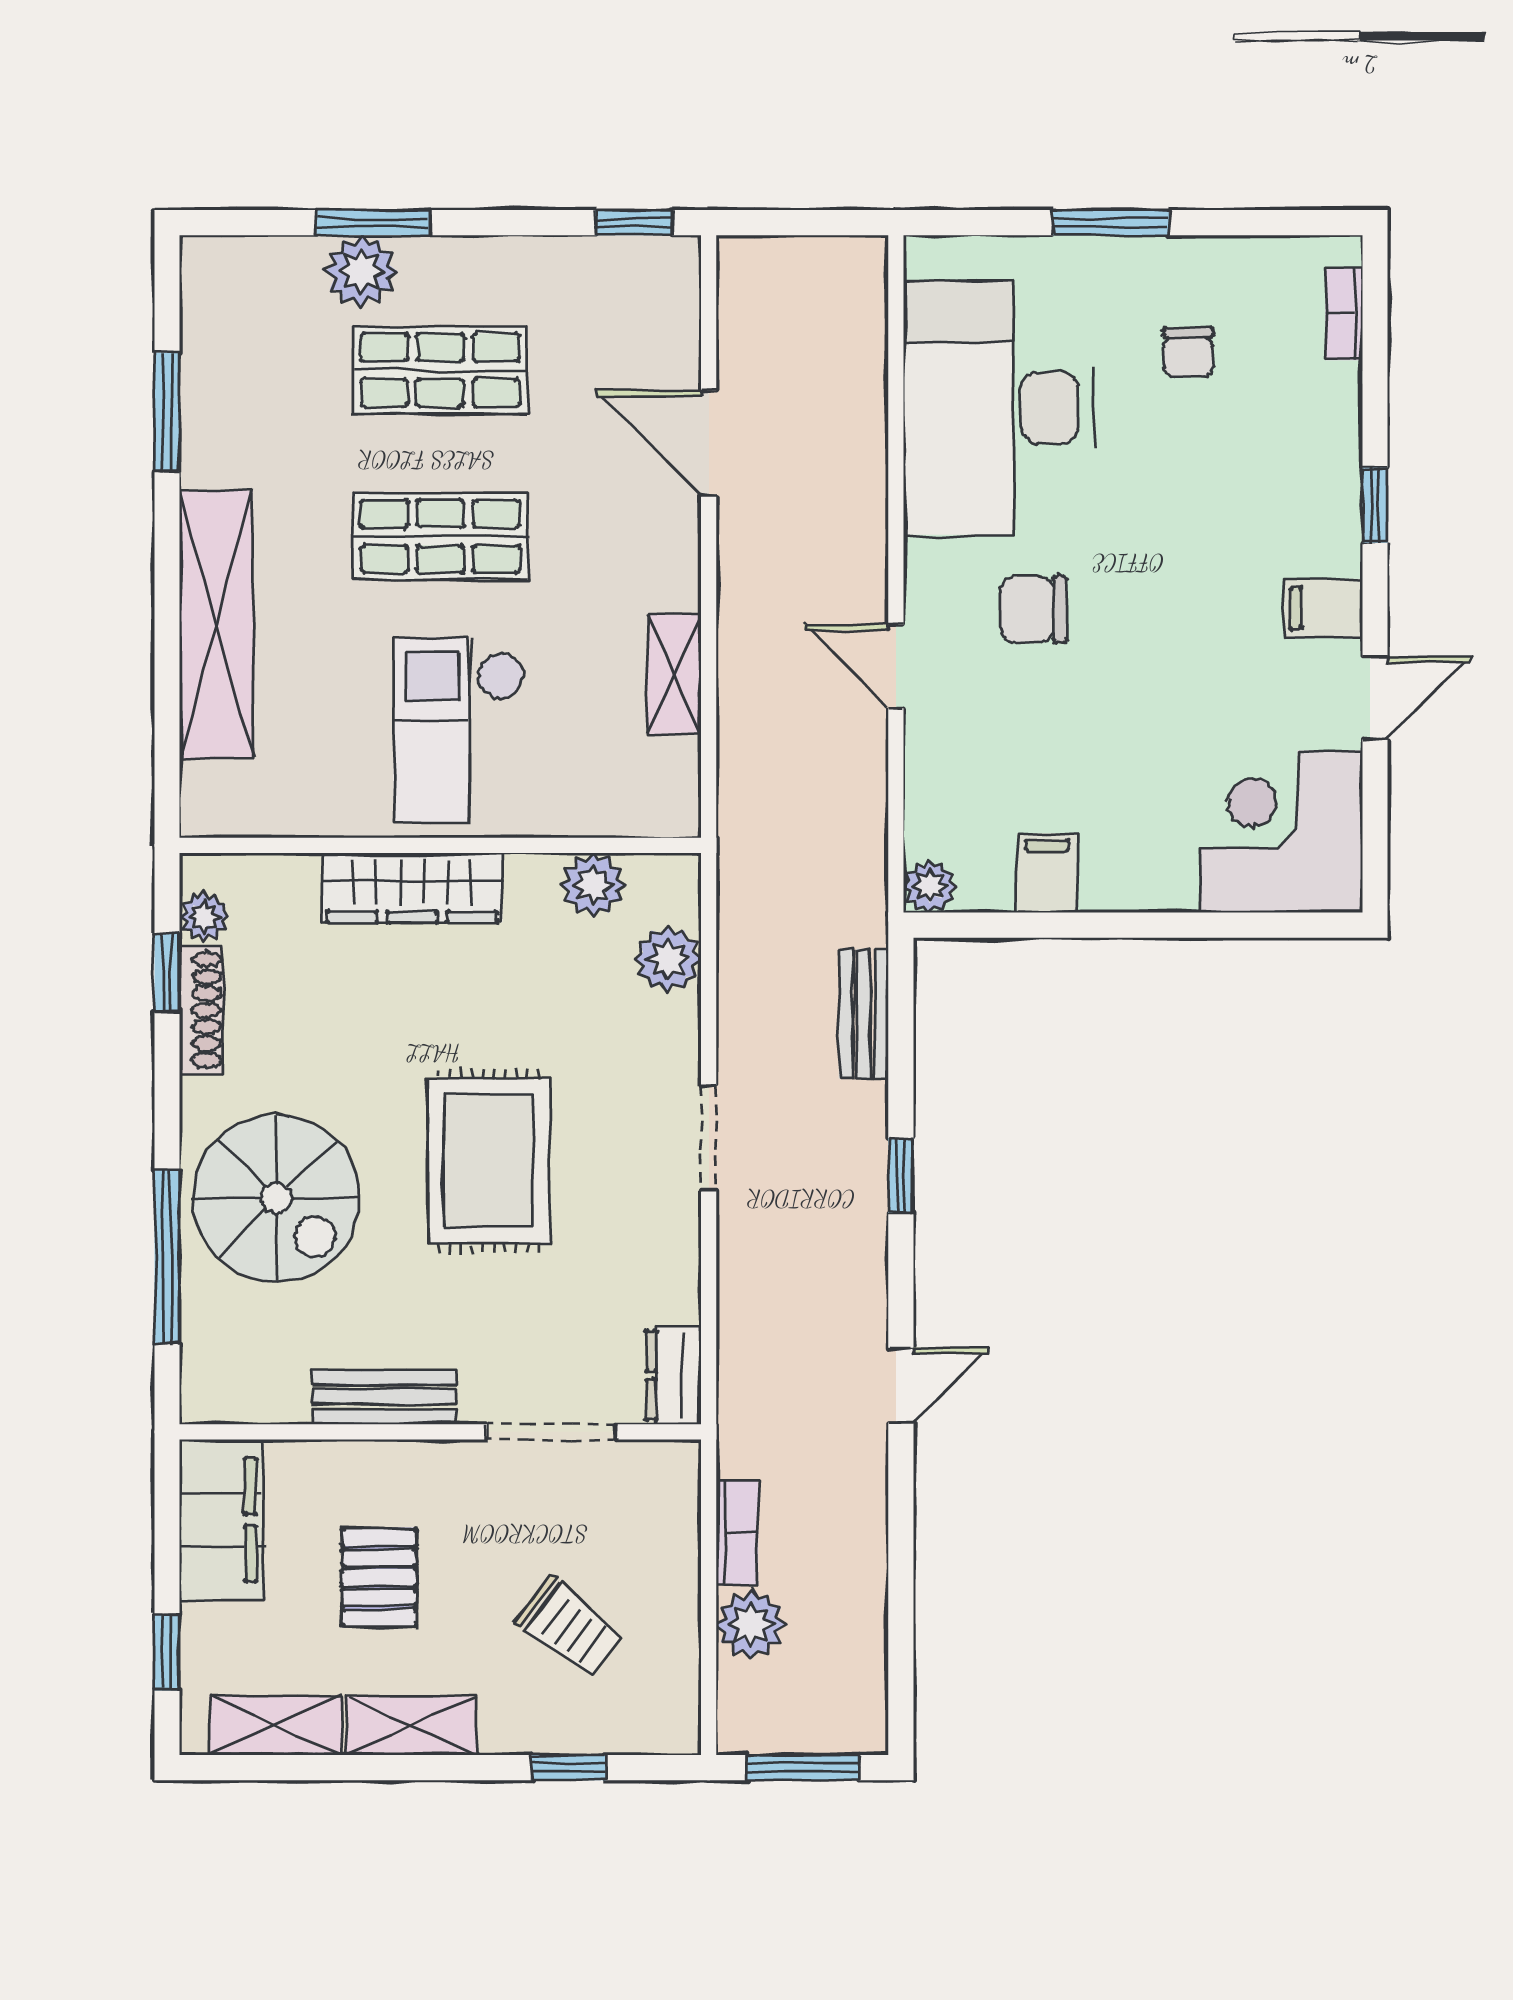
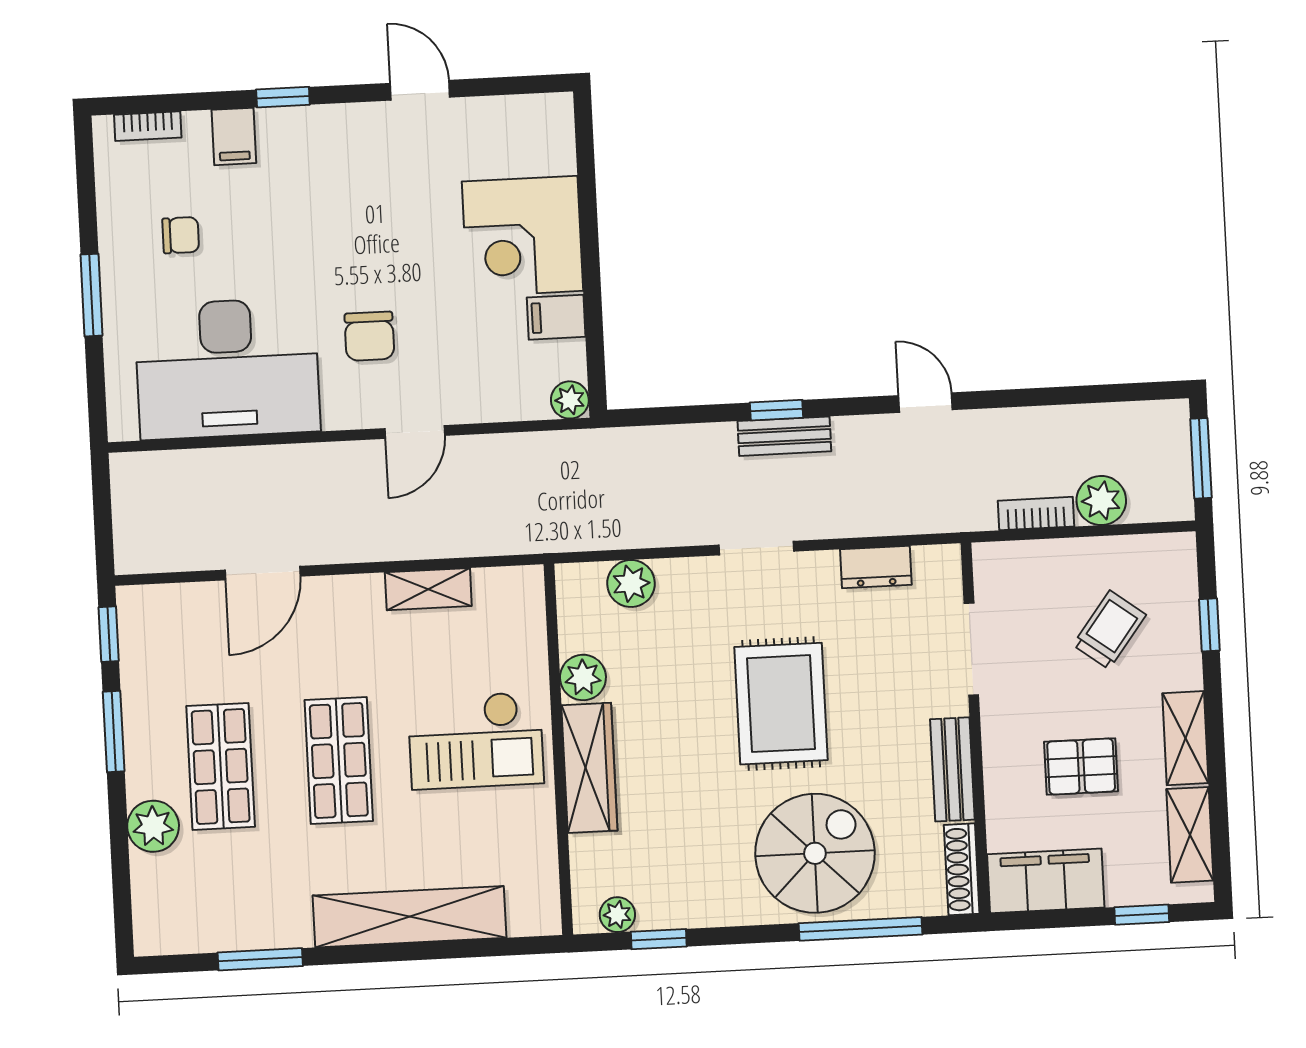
window: (373, 223) -> (114, 732), moved
filing cabinet: (1323, 608) -> (234, 136), moved
corner desk: (1281, 832) -> (523, 236), moved
plant: (593, 885) -> (583, 677), moved
shoe rack: (201, 1010) -> (962, 869), moved, turned -90
bench: (864, 1014) -> (784, 436), moved
rug: (489, 1161) -> (781, 704), turned 90
dresser: (674, 1375) -> (876, 567), moved

